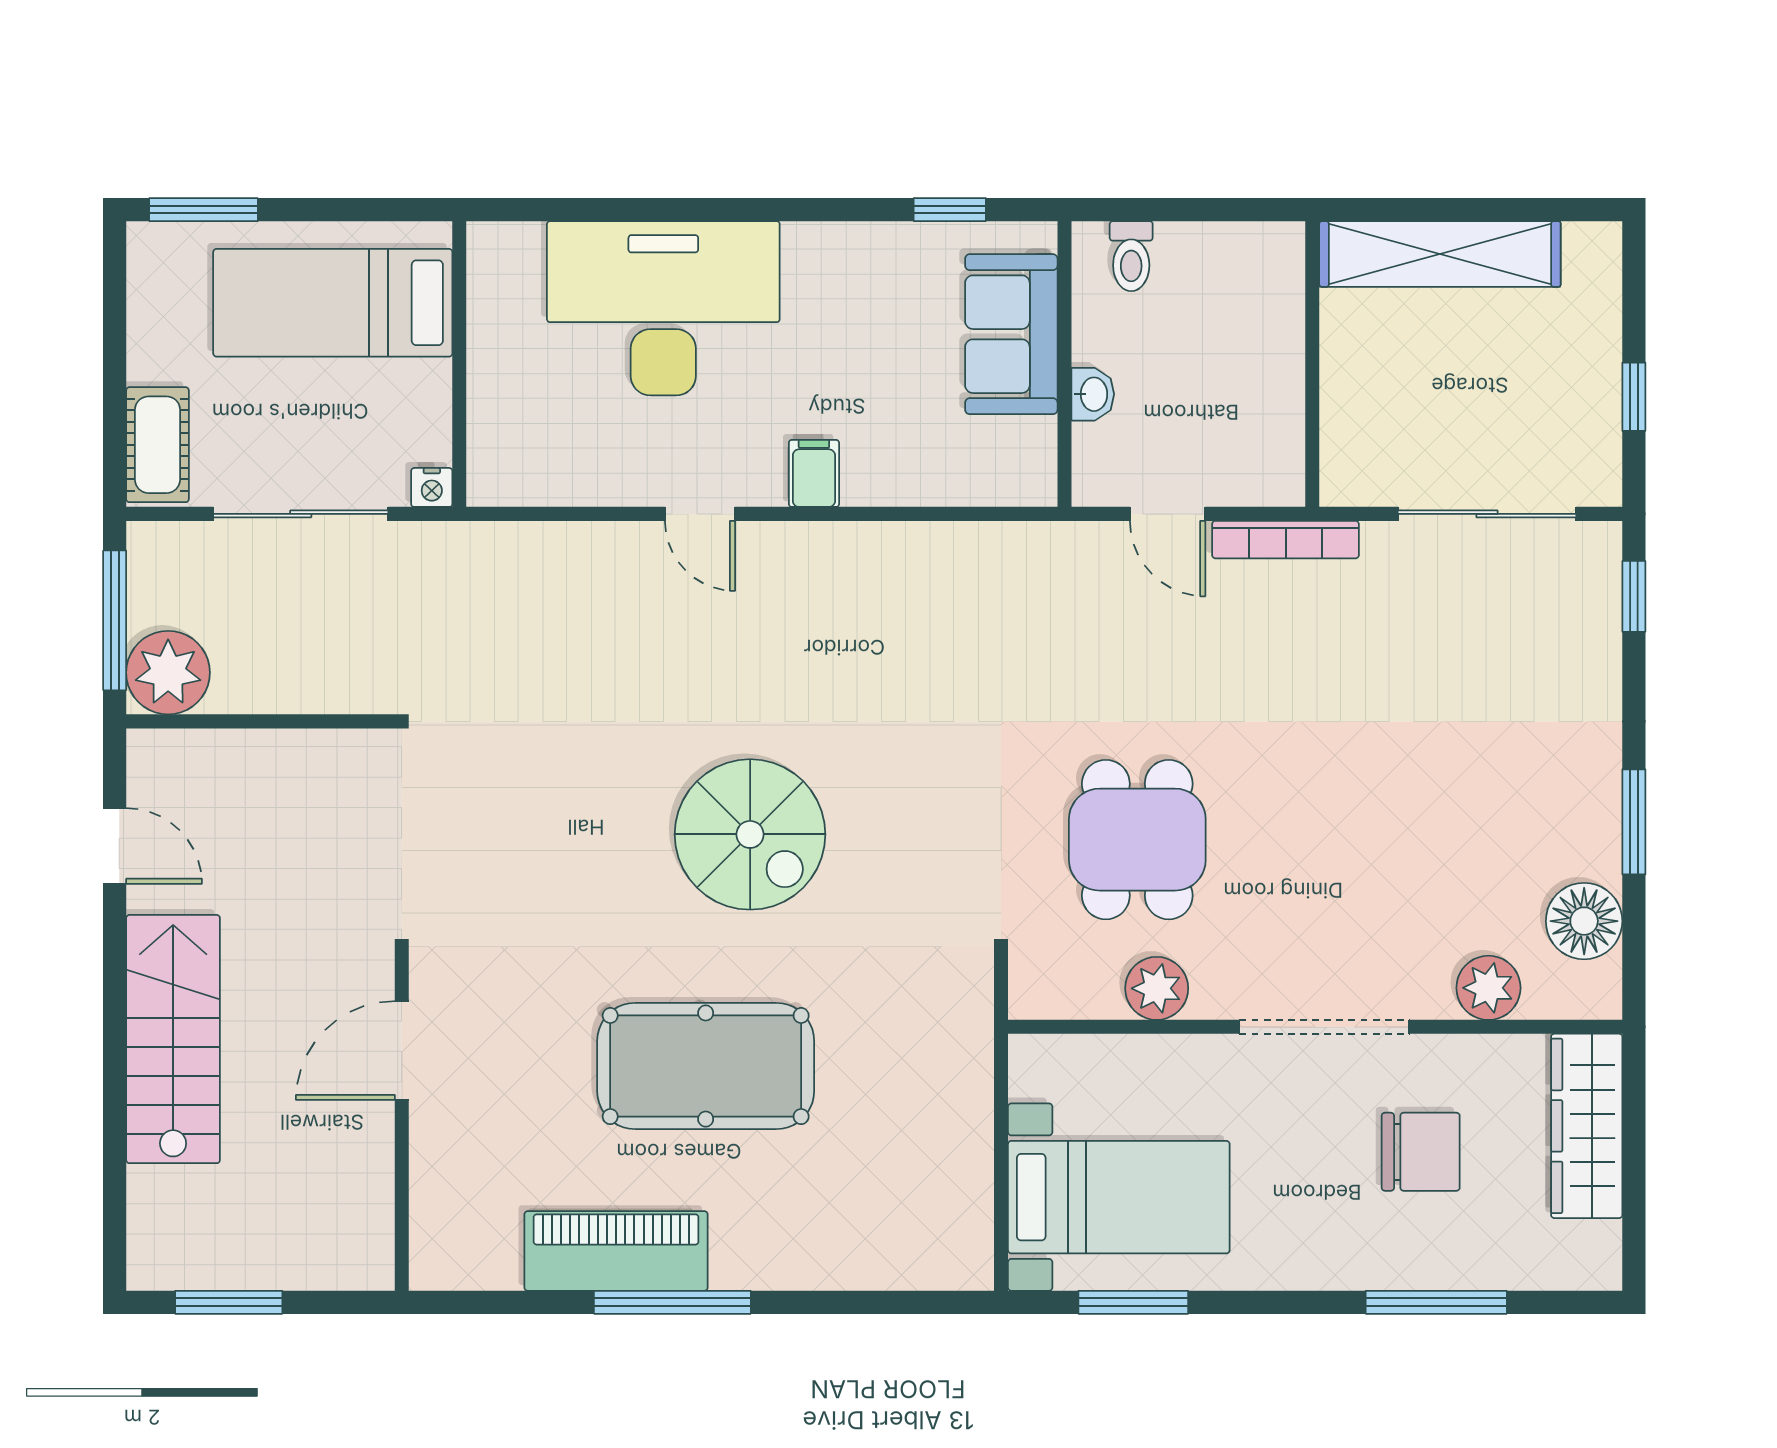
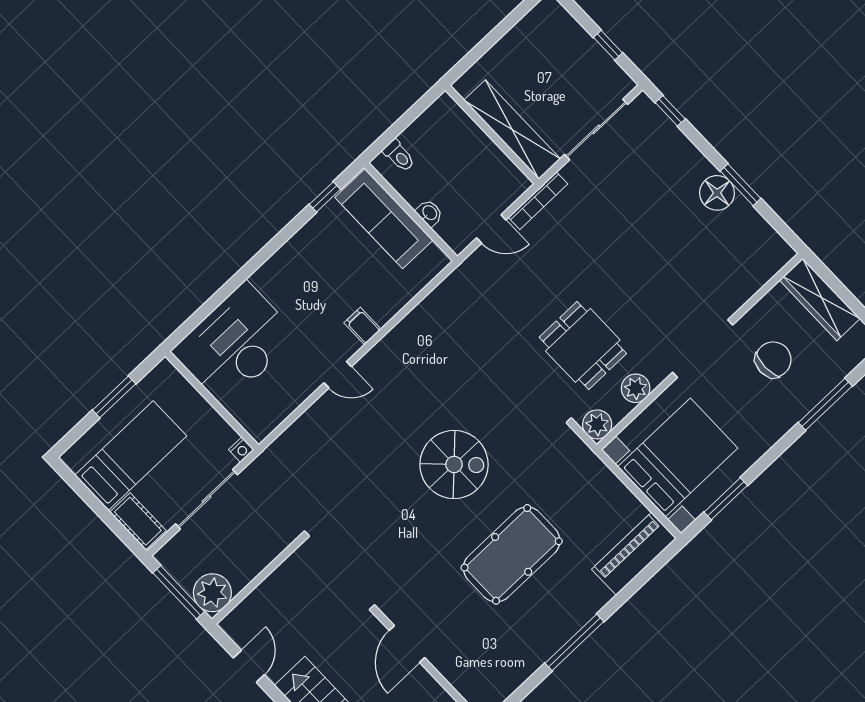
window: (204, 210) -> (114, 397), moved
shelving: (1440, 254) -> (512, 130), moved, turned 90
bed: (333, 303) -> (131, 456), moved, turned 180
desk: (663, 308) -> (235, 344), moved
sofa: (1011, 334) -> (384, 219), width x1.36
door: (115, 846) -> (249, 666), hinge flipped
floor lamp: (1584, 921) -> (717, 193), moved
plant: (1488, 988) -> (597, 424), moved
bed with nightstands: (1119, 1197) -> (678, 458), width x1.36
piano: (616, 1251) -> (634, 554), moved

